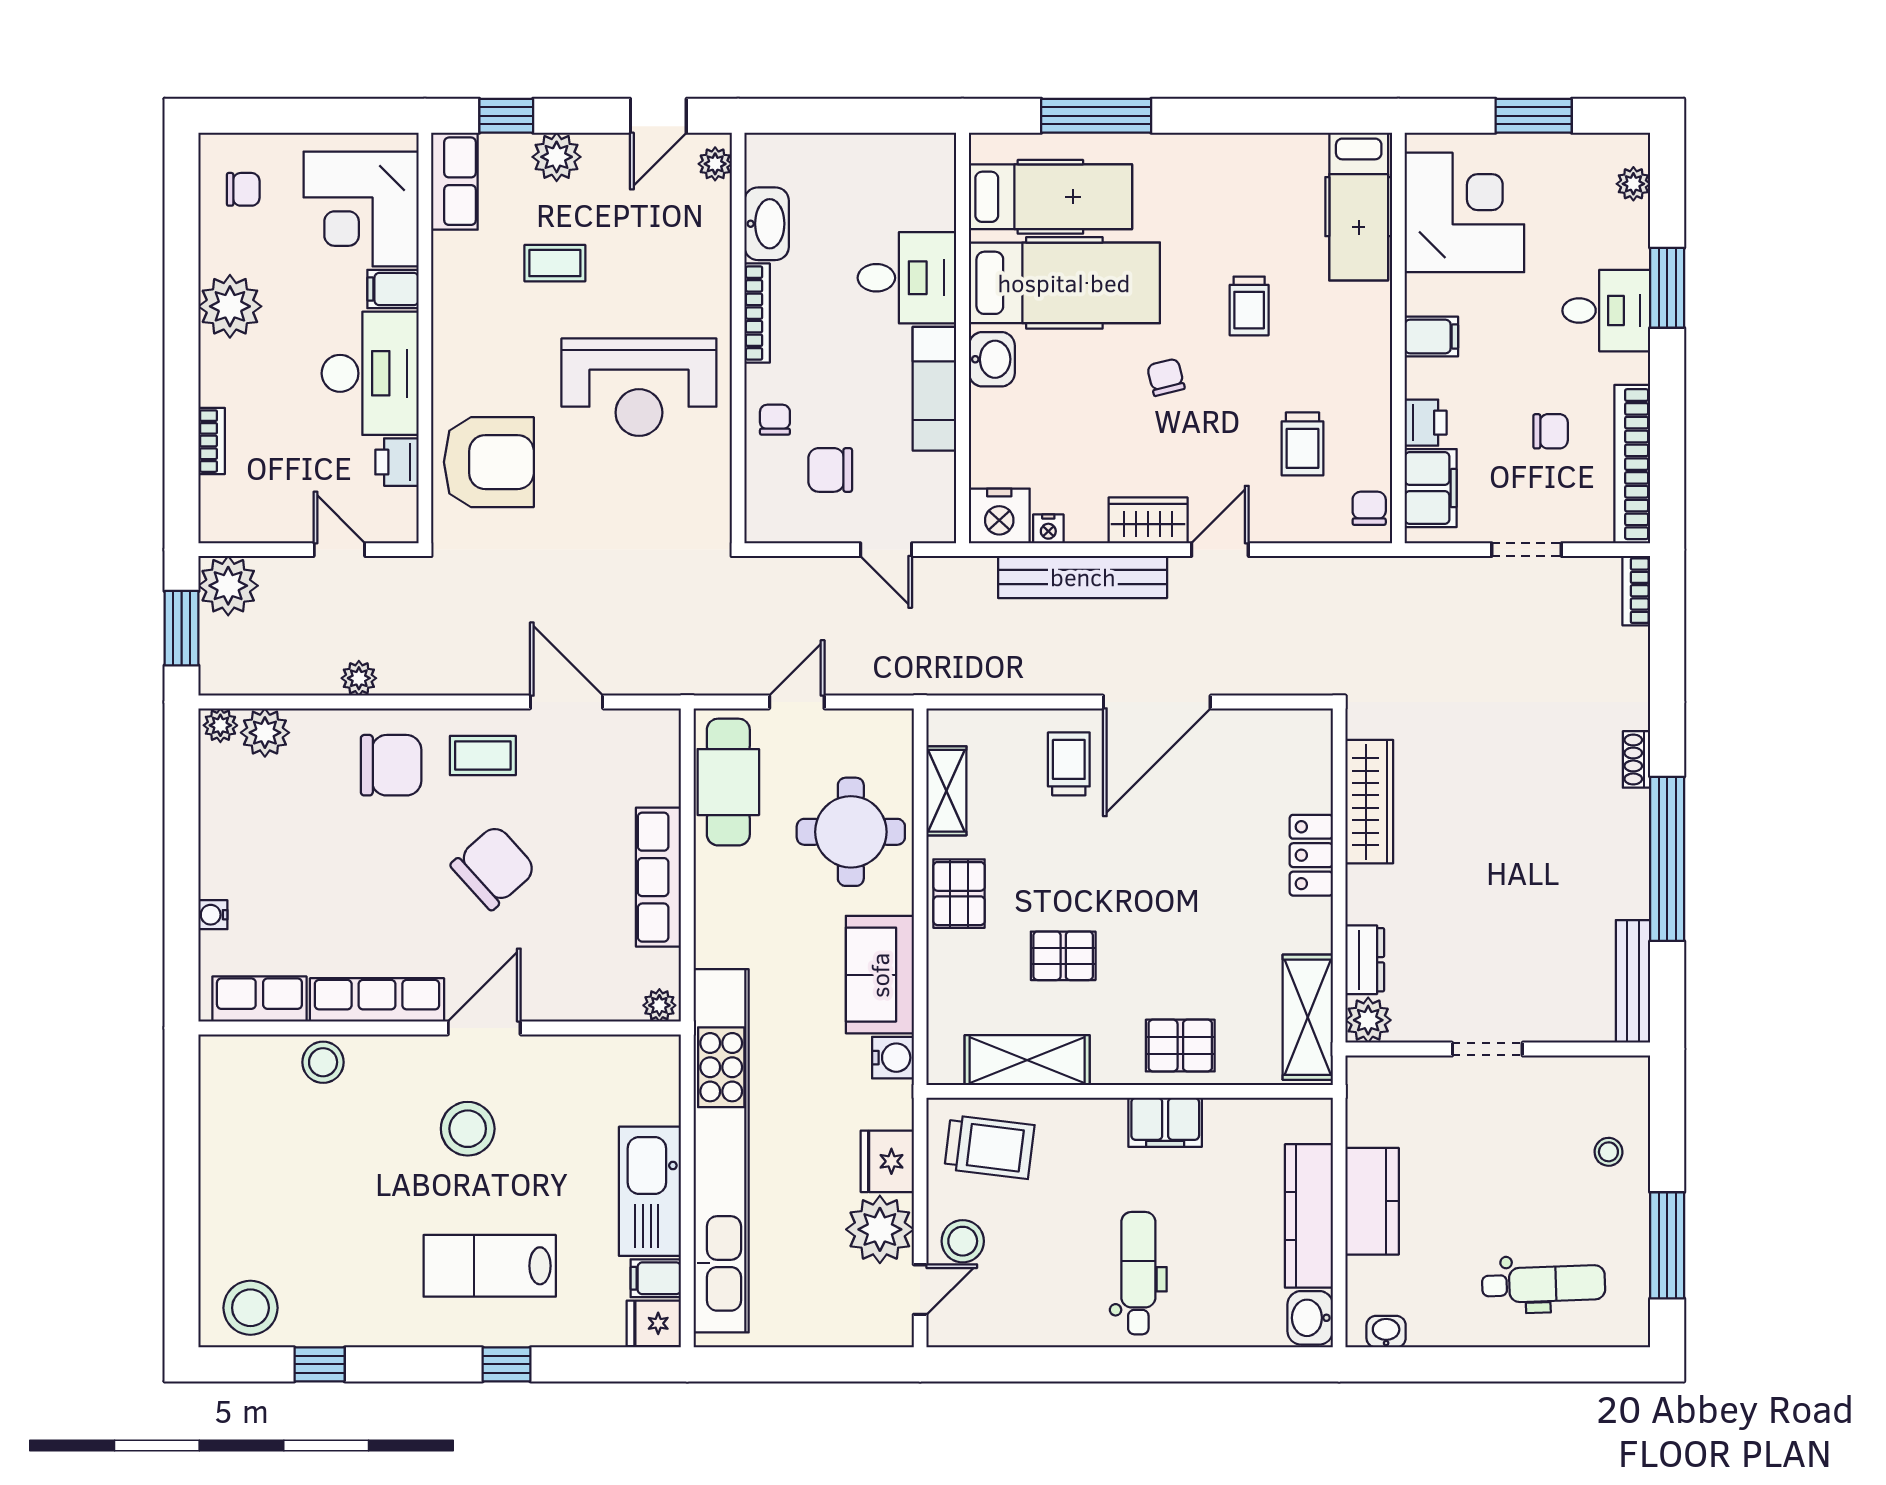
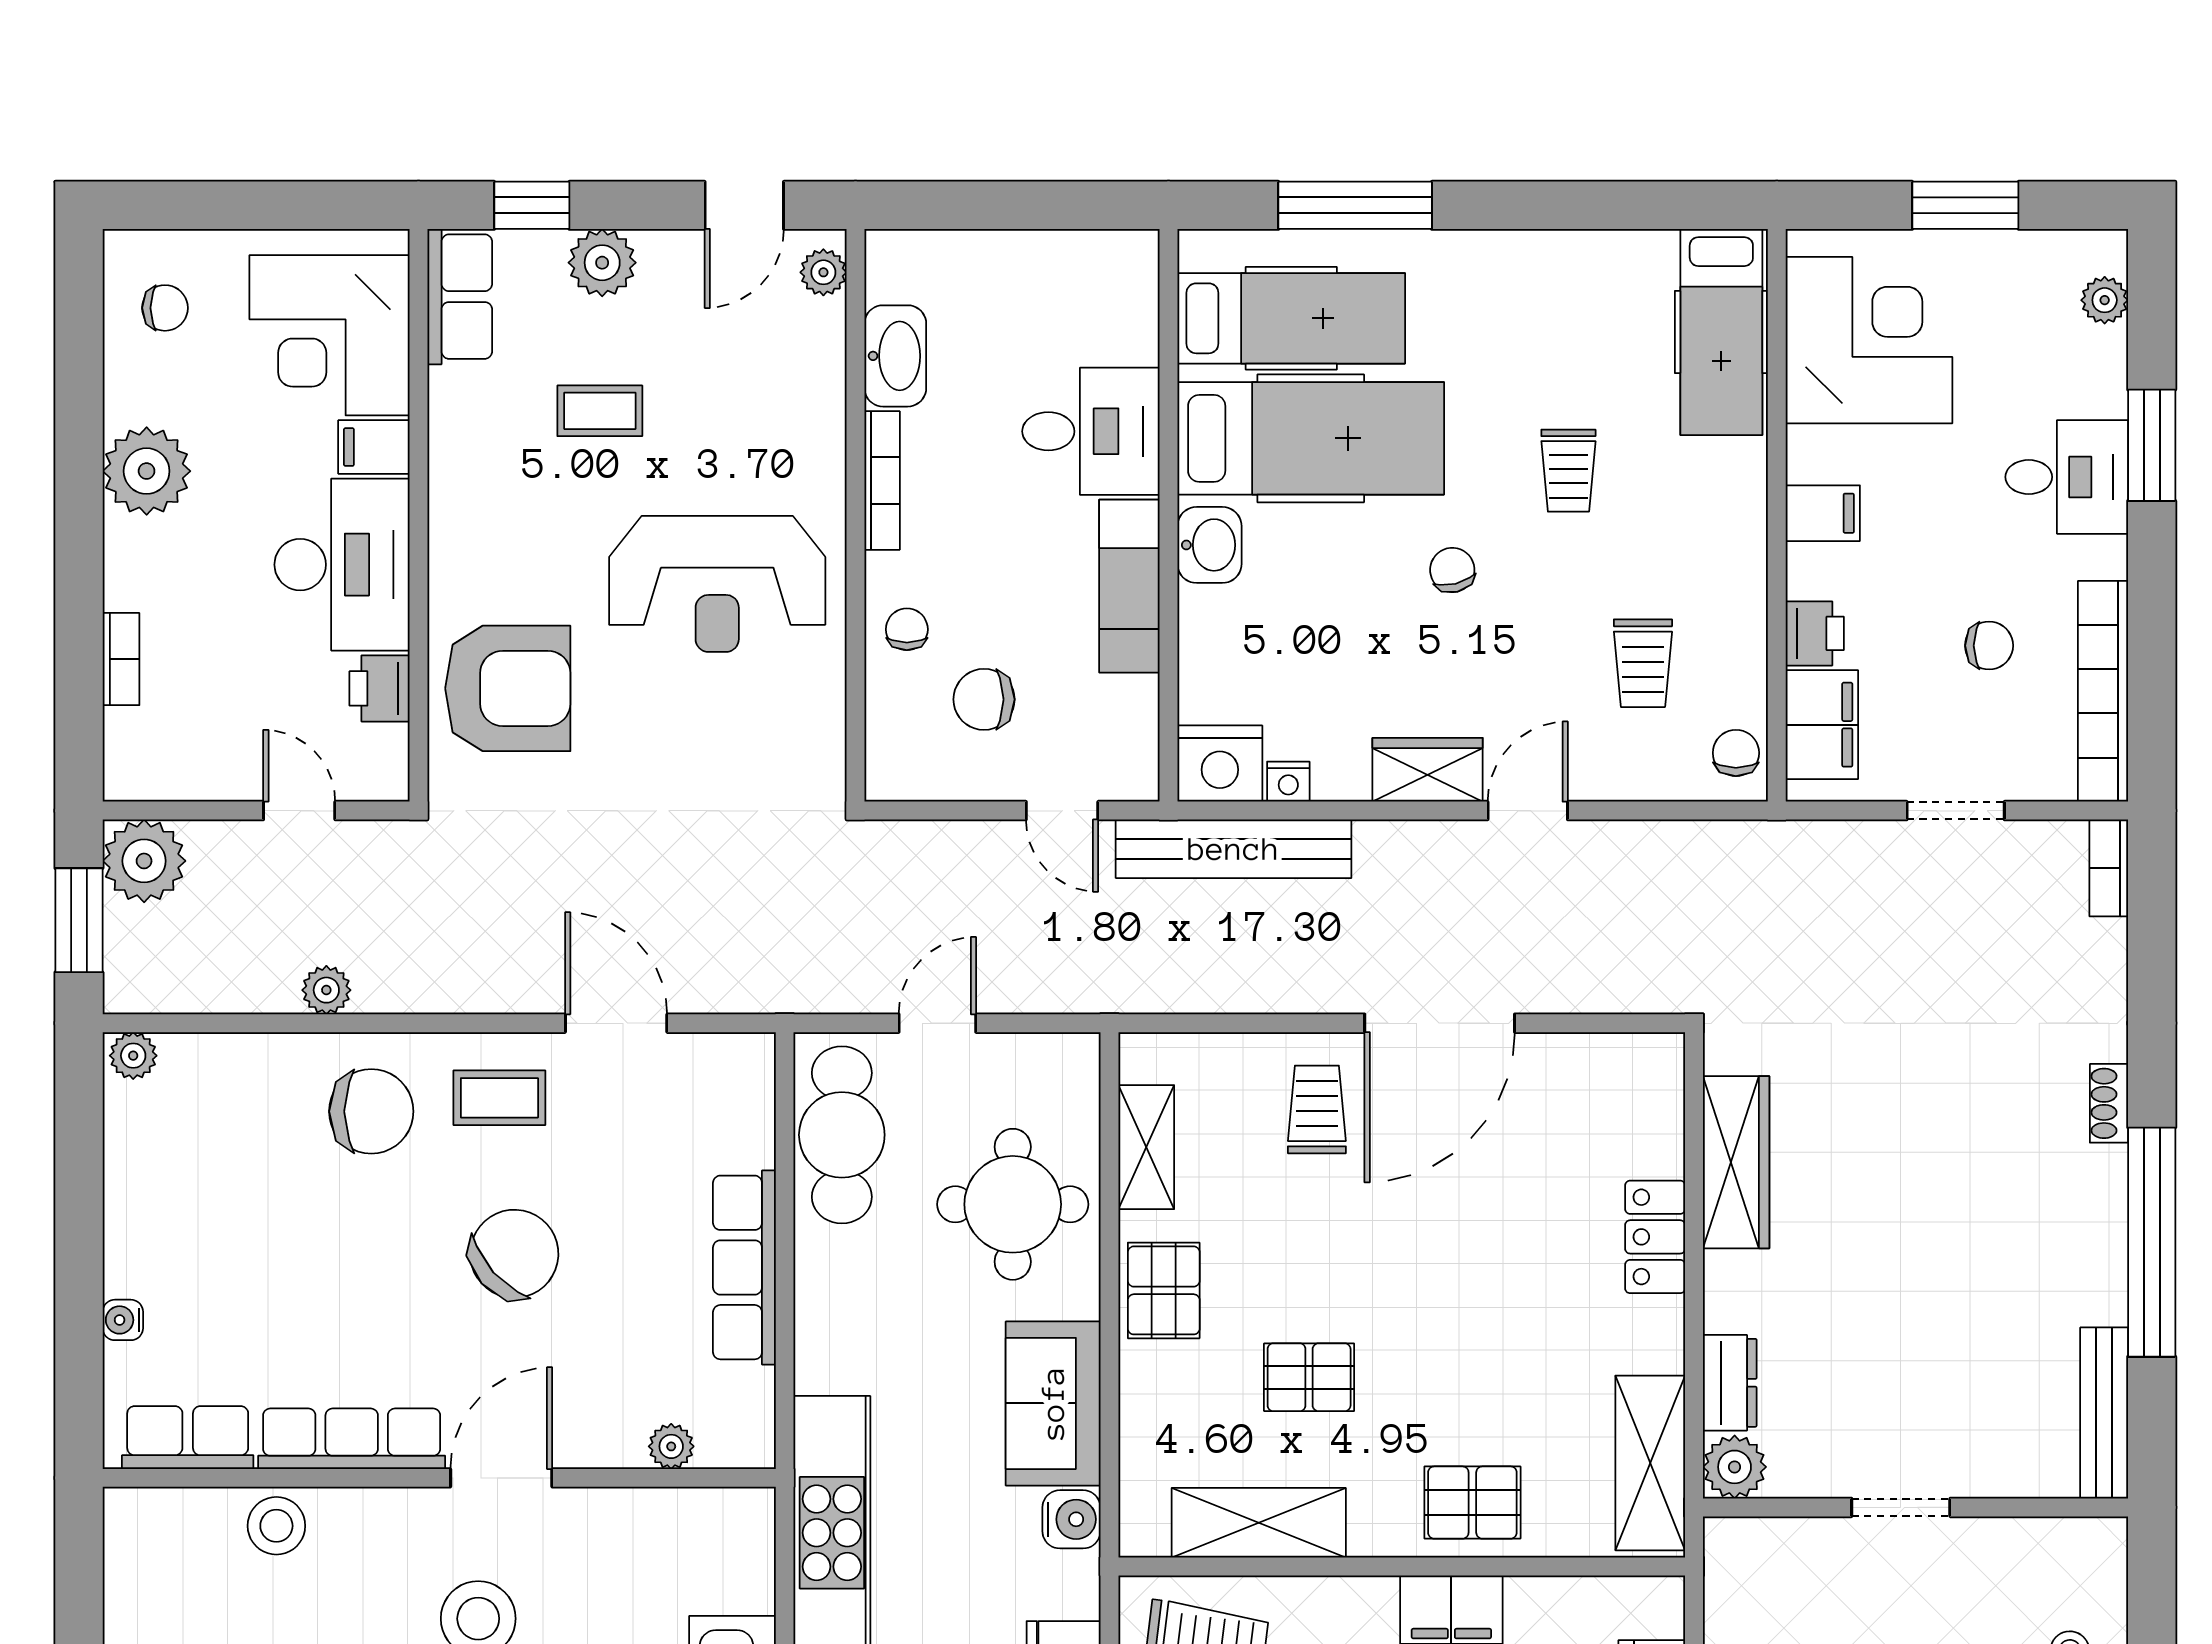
bench: (1083, 577) -> (1234, 849), moved
plant: (265, 733) -> (195, 1066), removed
plant: (659, 1005) -> (671, 1446), moved

